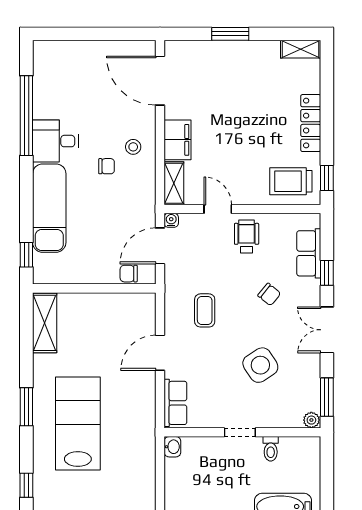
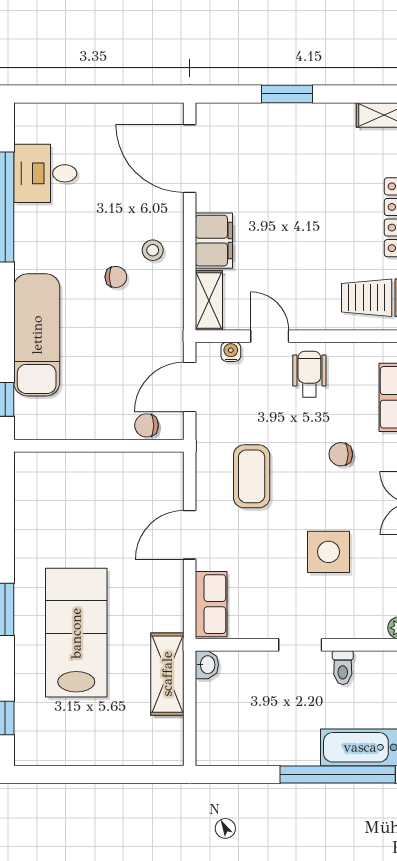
desk: (55, 141) -> (45, 173), moved
water cooler: (171, 220) -> (231, 352), moved
chair: (269, 294) -> (341, 454), turned 141
coffee table: (205, 310) -> (252, 476), width x1.36, depth x1.30
shelving: (45, 323) -> (167, 674), moved
side table: (260, 365) -> (329, 552), turned 33

